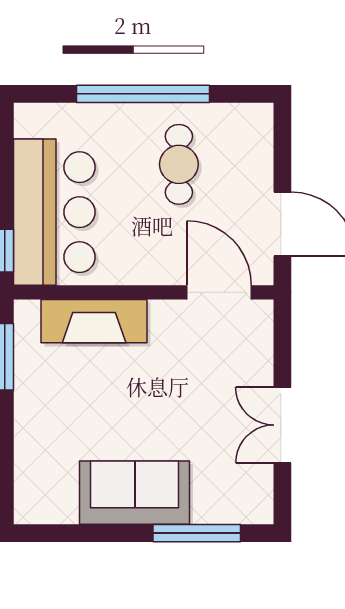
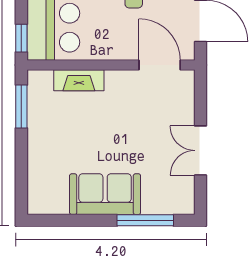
fireplace: (94, 321) -> (79, 80), width x0.73, depth x0.76

